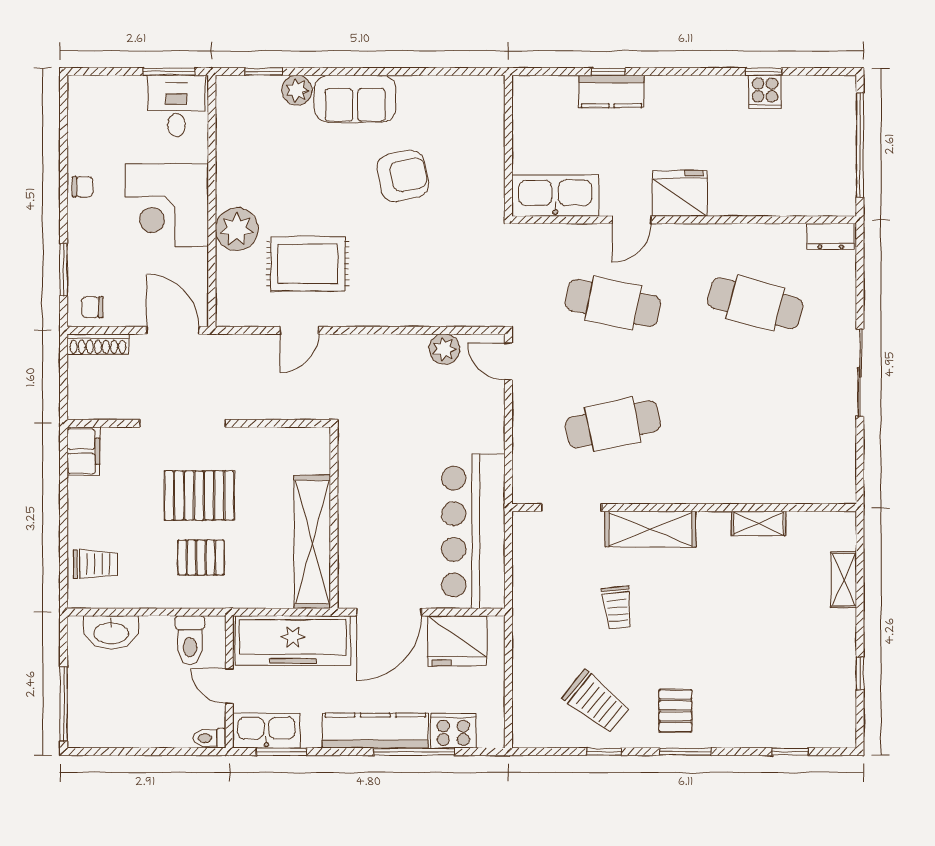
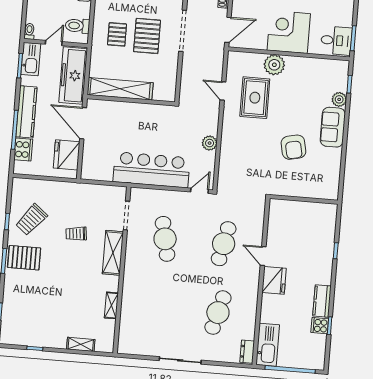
kitchen counter: (612, 91) -> (322, 301), moved
kitchen sink: (555, 196) -> (268, 345), moved
plant: (444, 349) -> (210, 143), moved
bar counter: (473, 531) -> (151, 170), moved
pallet: (675, 711) -> (24, 258), width x1.50, depth x1.42

